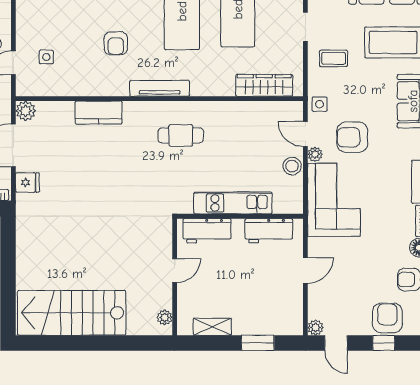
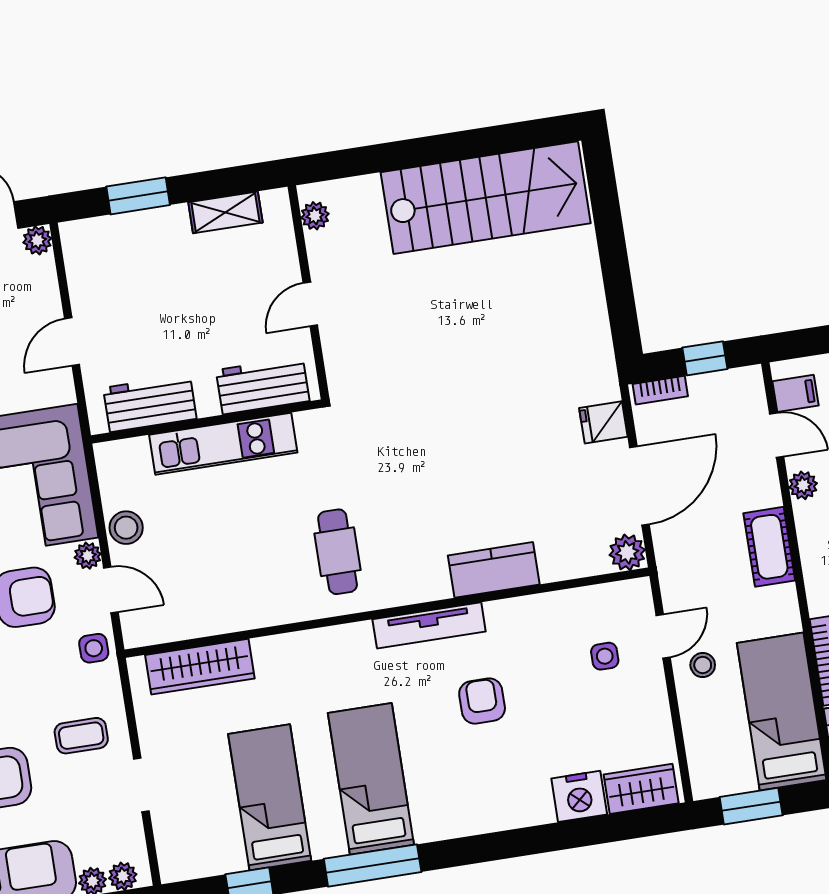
tv unit: (160, 88) -> (429, 625), moved
cafe table: (181, 135) -> (338, 552), turned 90

